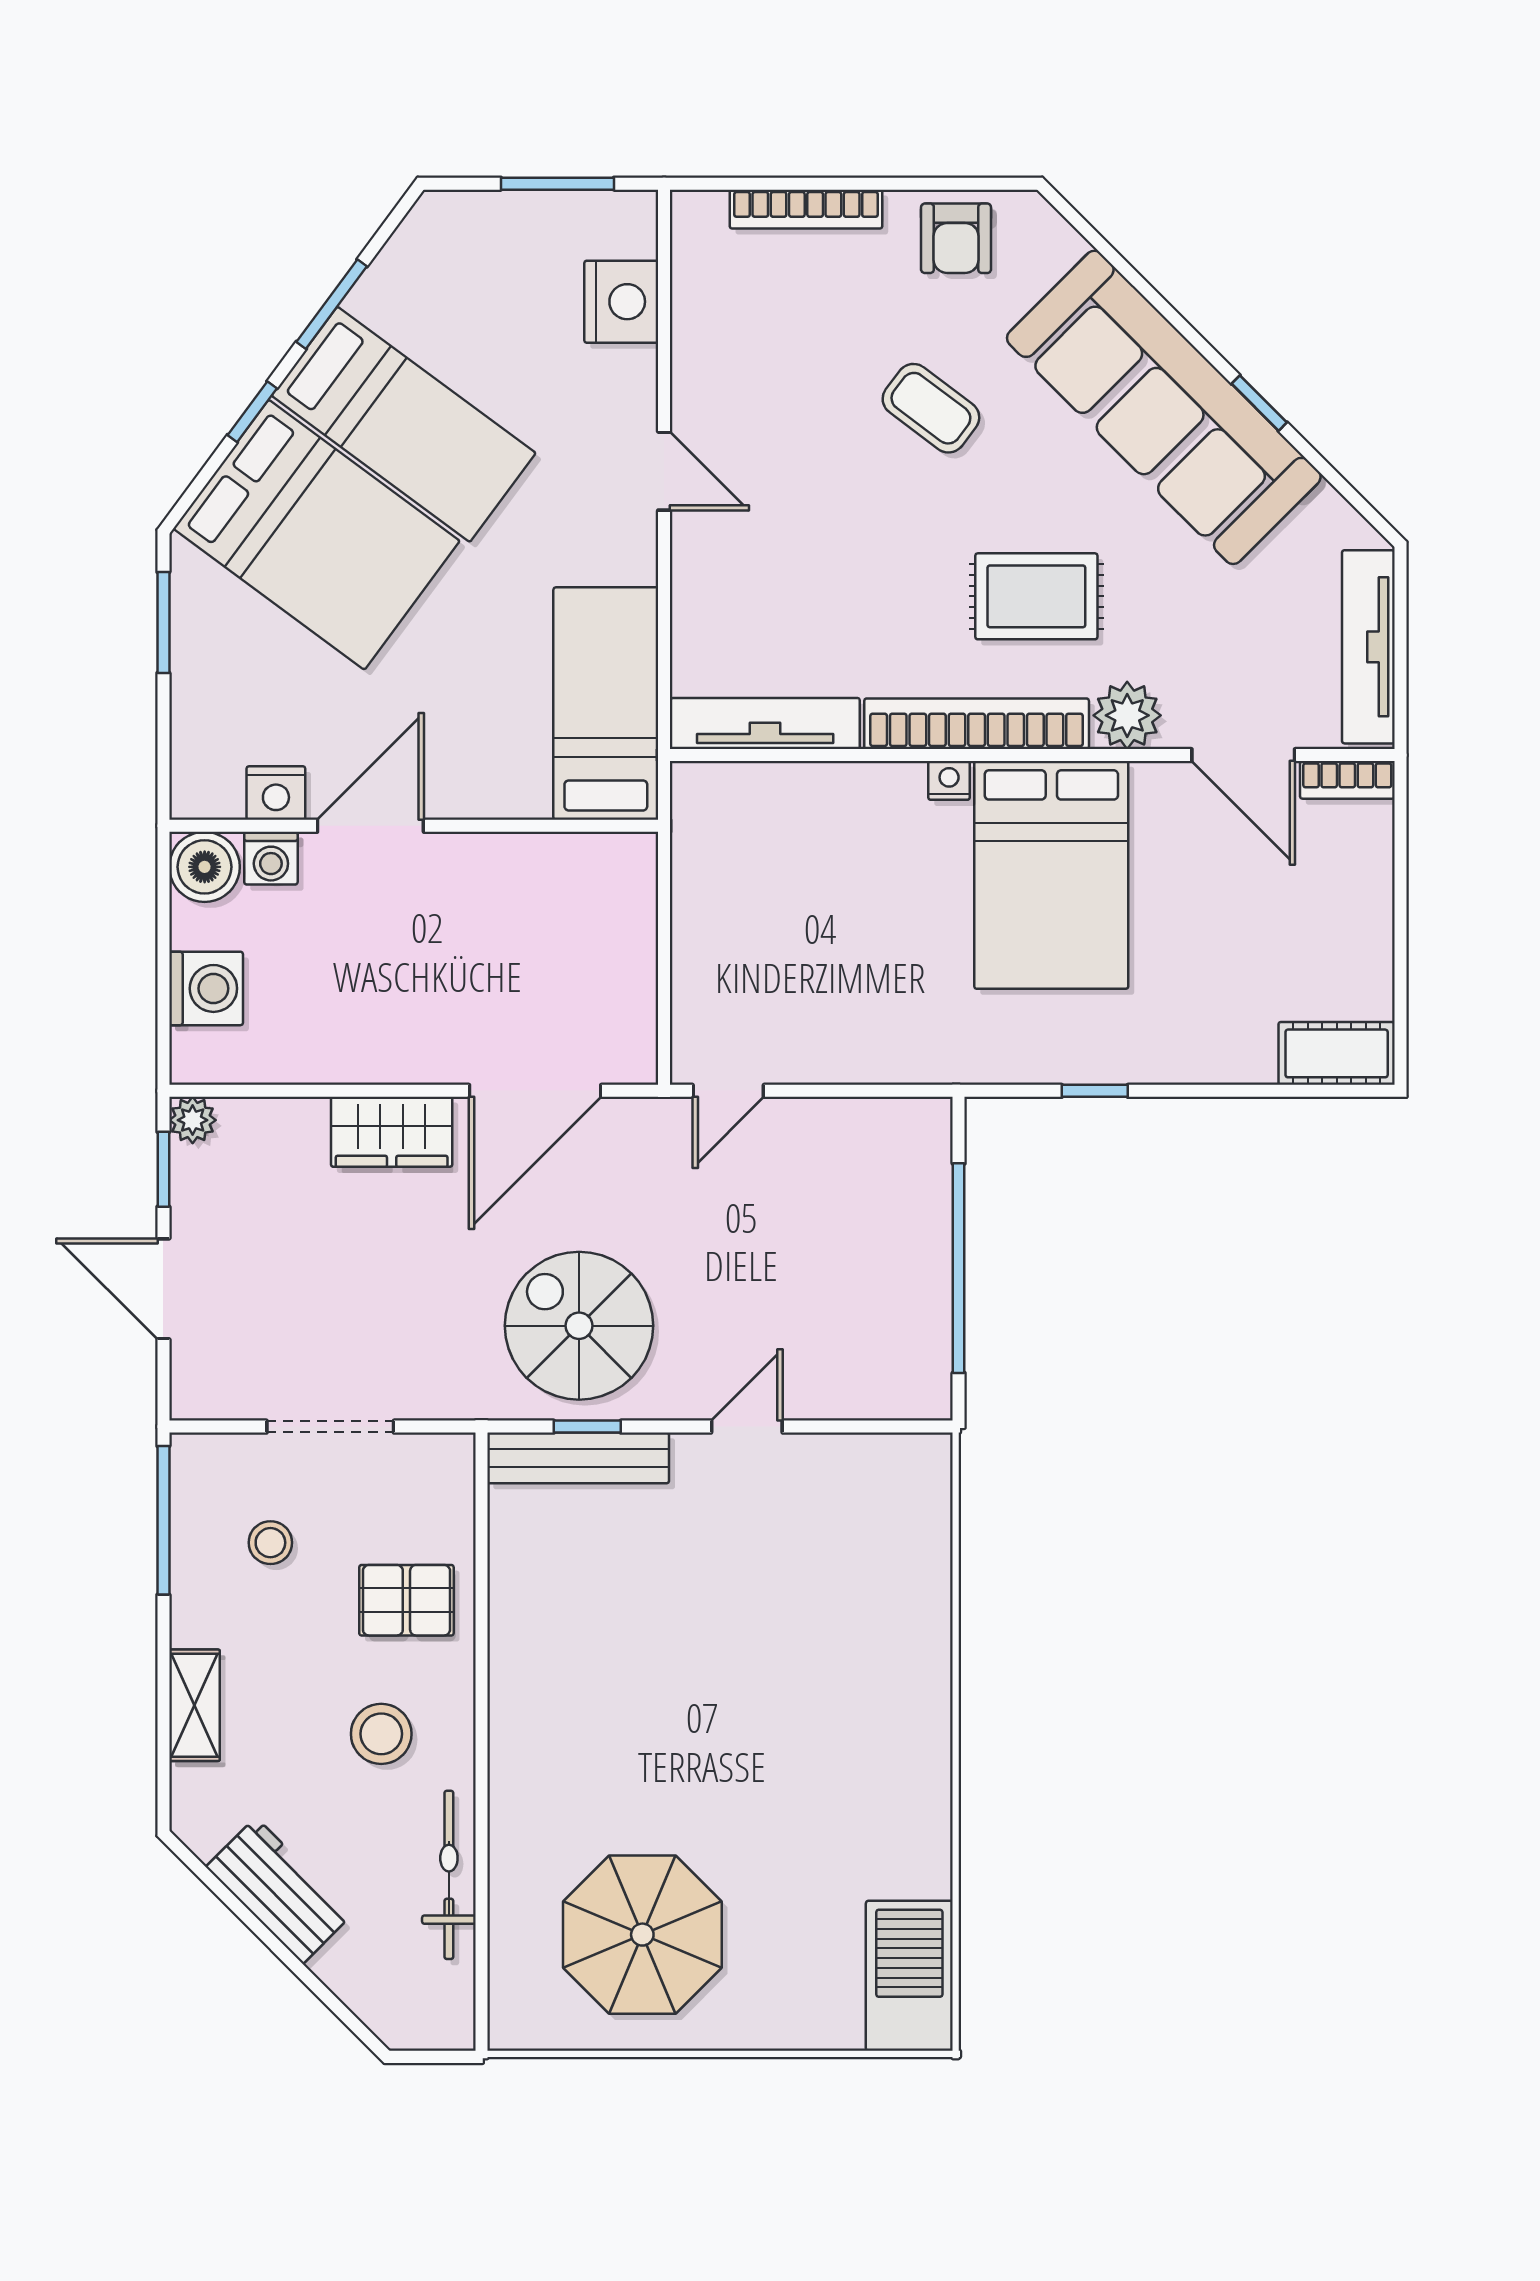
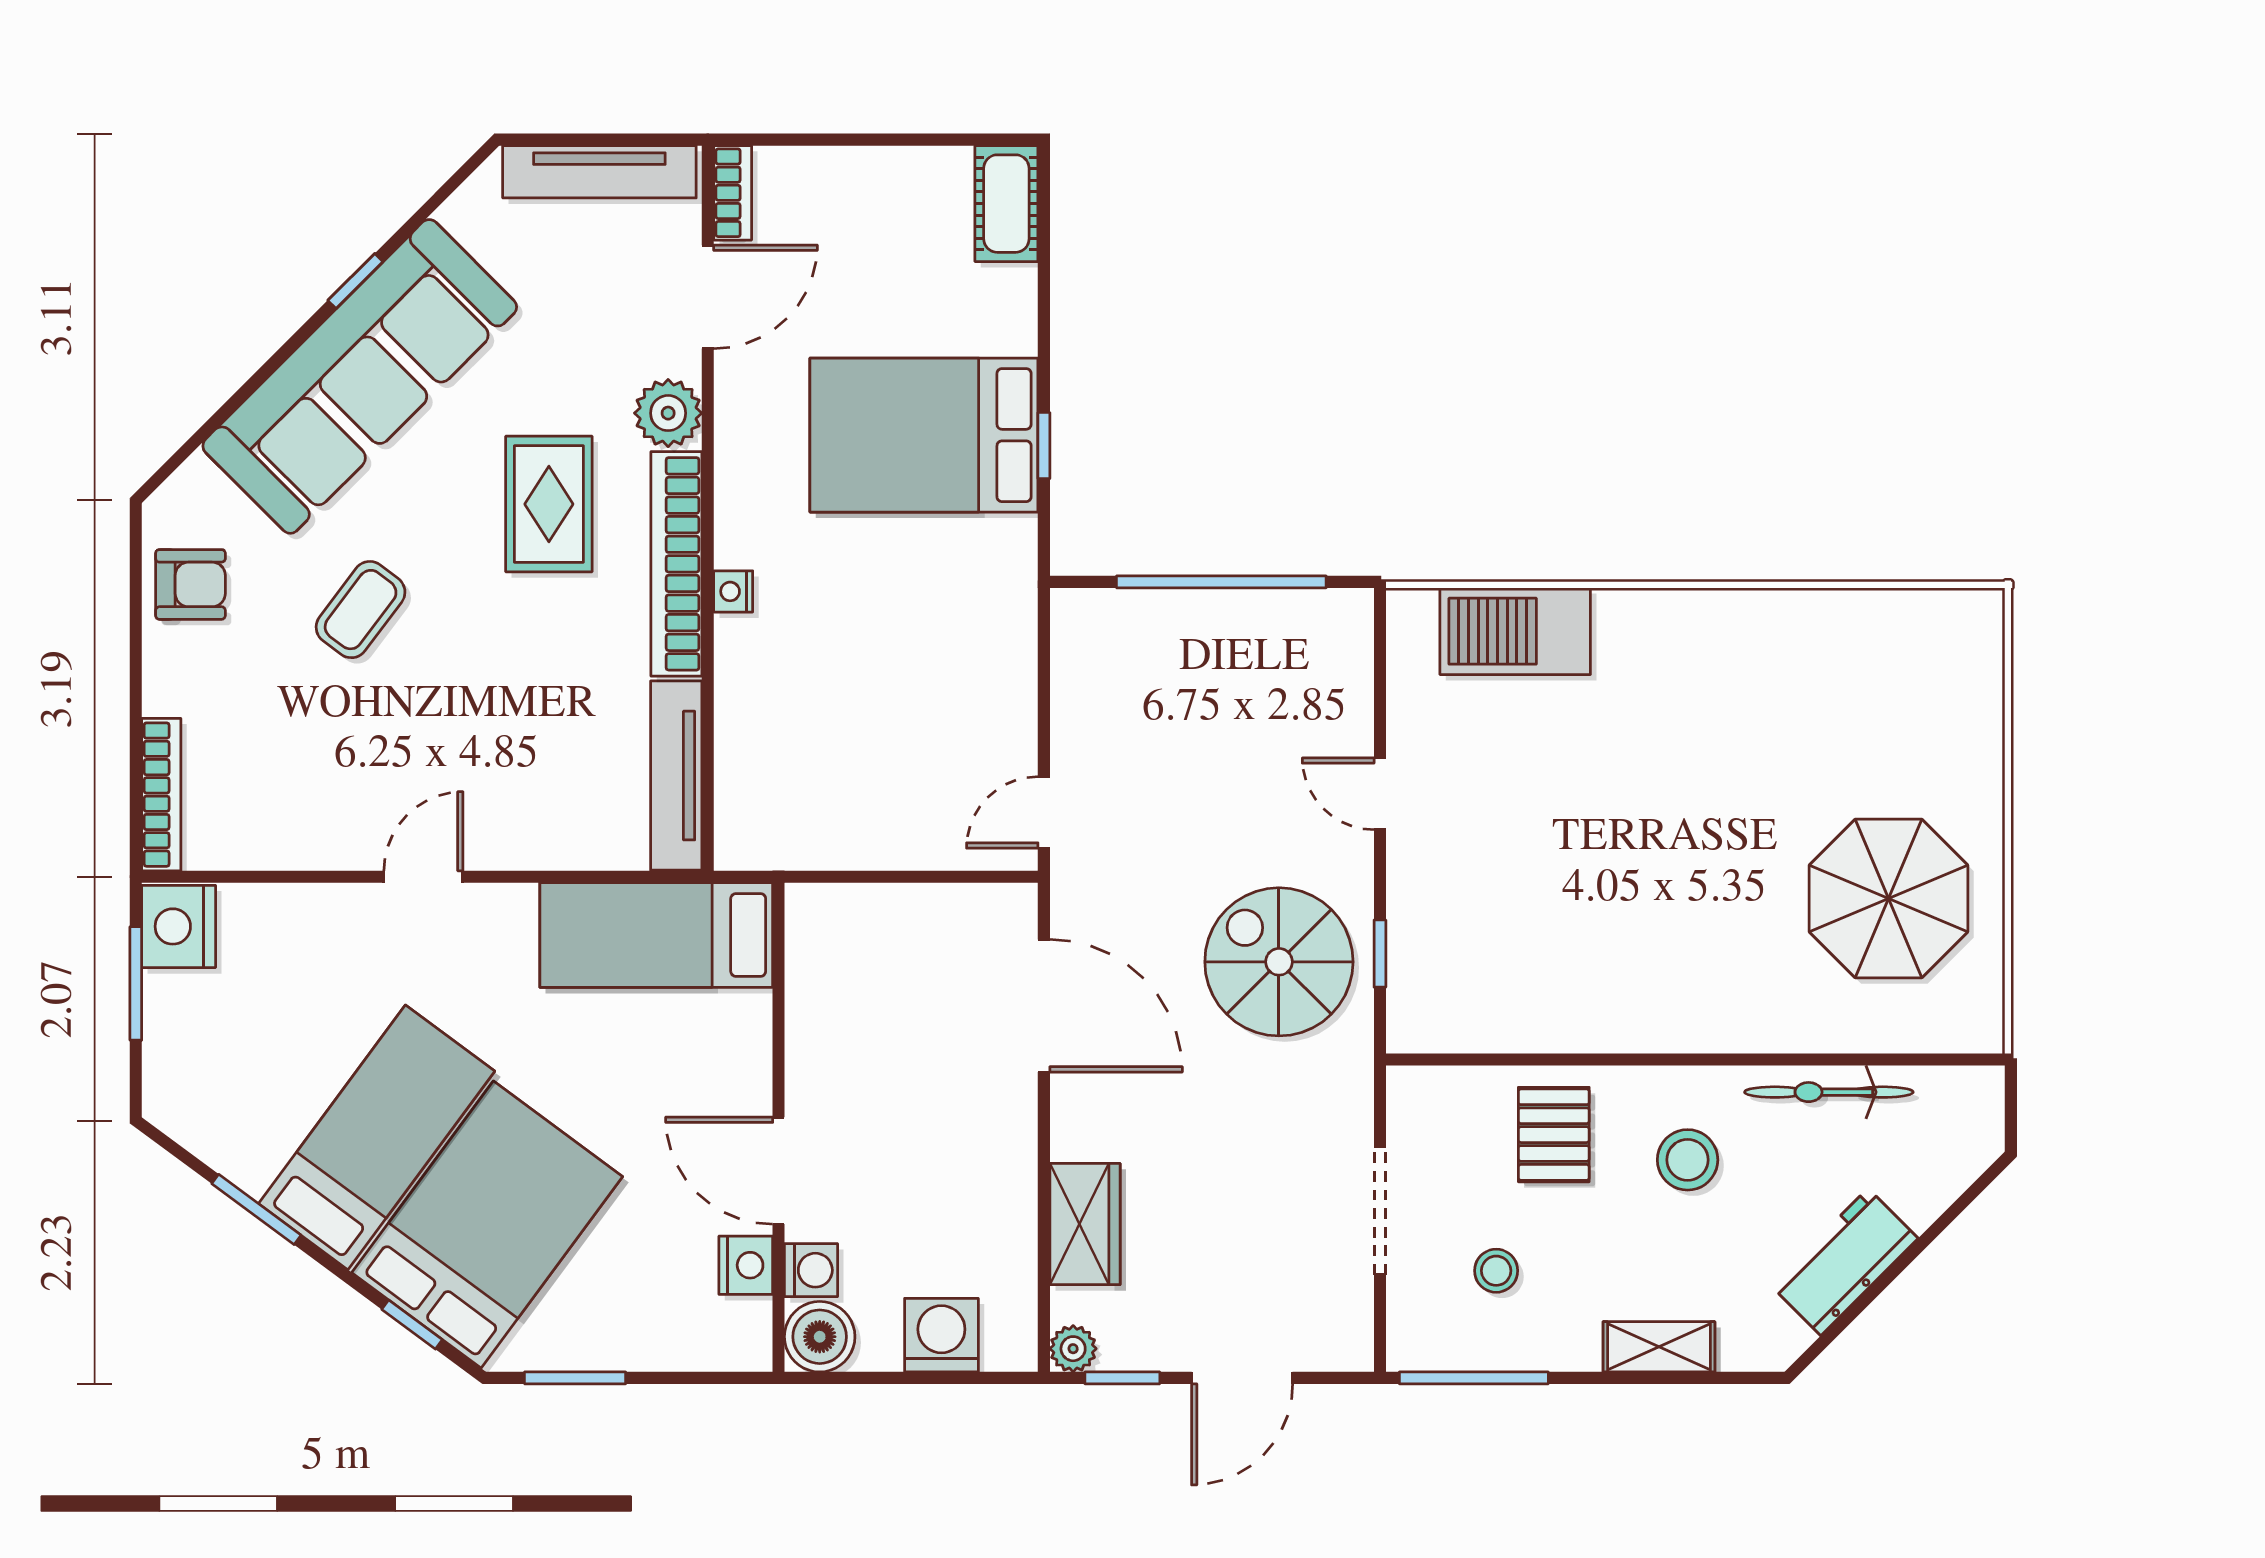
bookcase: (806, 209) -> (161, 795), moved
nightstand: (621, 302) -> (179, 926), moved, turned -90
window: (252, 412) -> (412, 1325), moved
bed: (1051, 875) -> (924, 435), moved, turned 180
door: (728, 1091) -> (1044, 812), swing flipped
wardrobe: (392, 1132) -> (1085, 1224), moved
spiral stairs: (579, 1326) -> (1279, 962), turned 90
bench: (578, 1458) -> (1411, 963), removed
barbecue: (909, 1976) -> (1515, 631), moved

